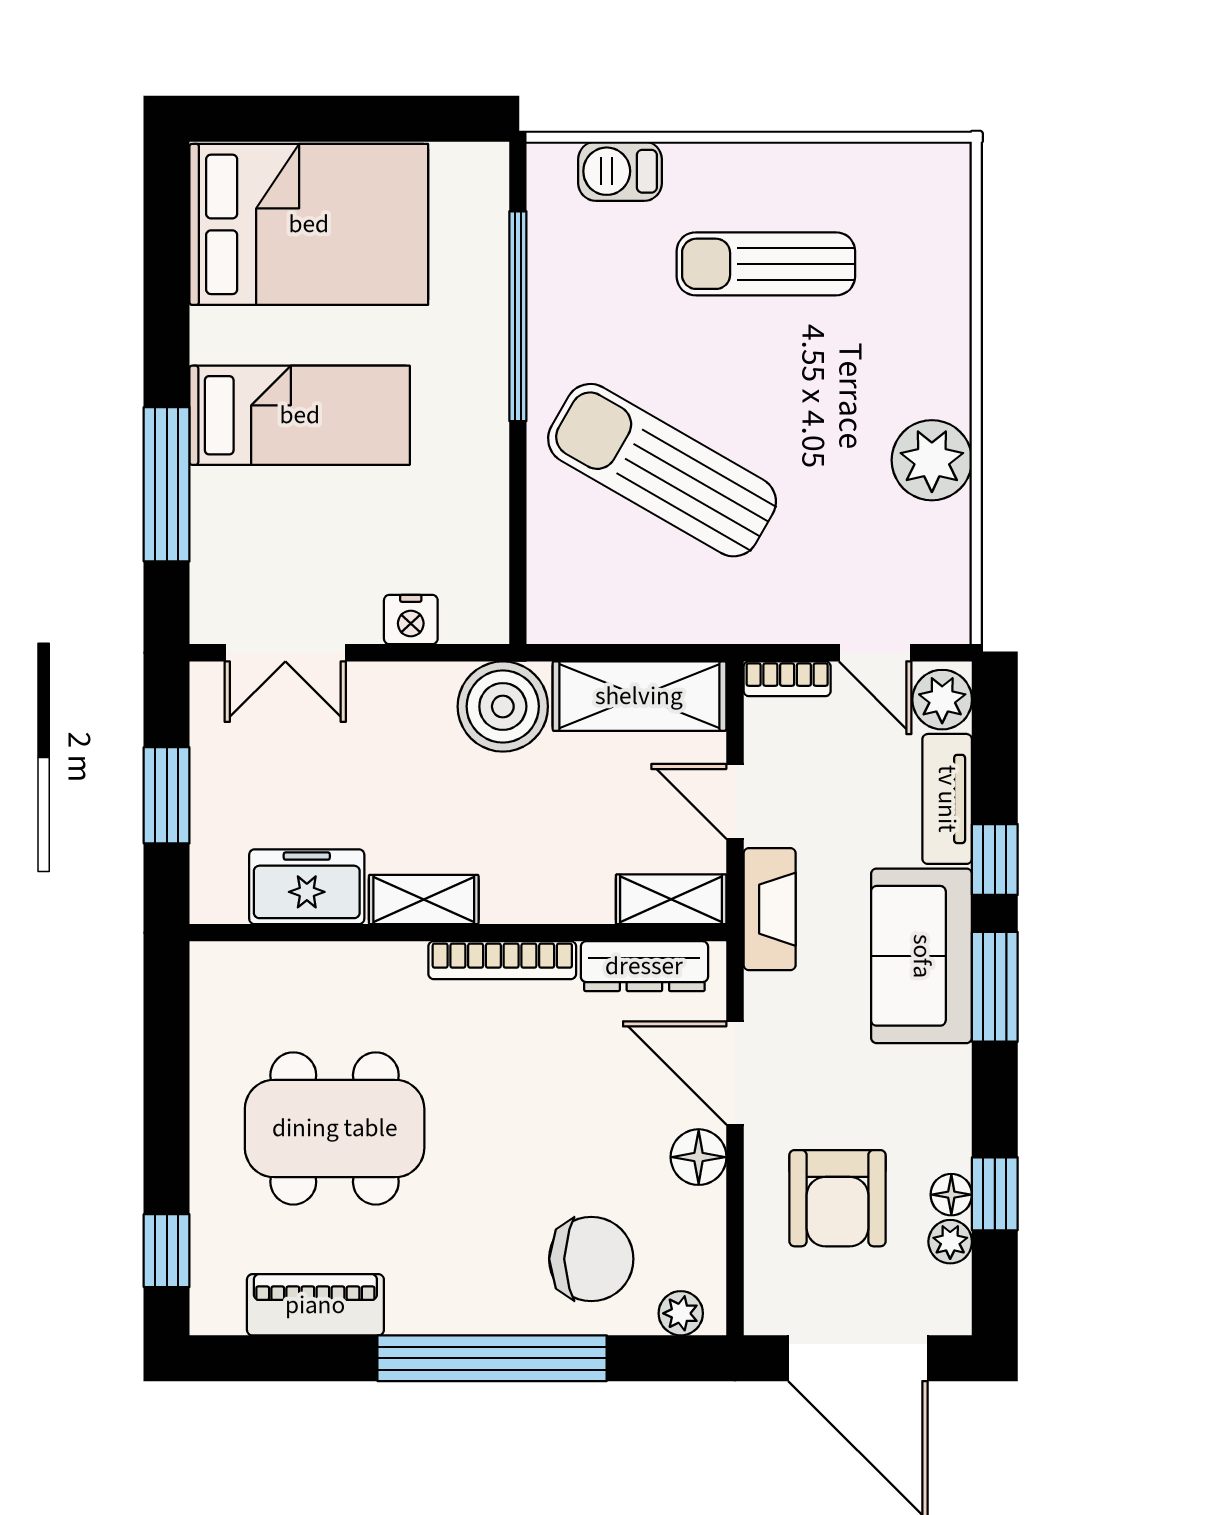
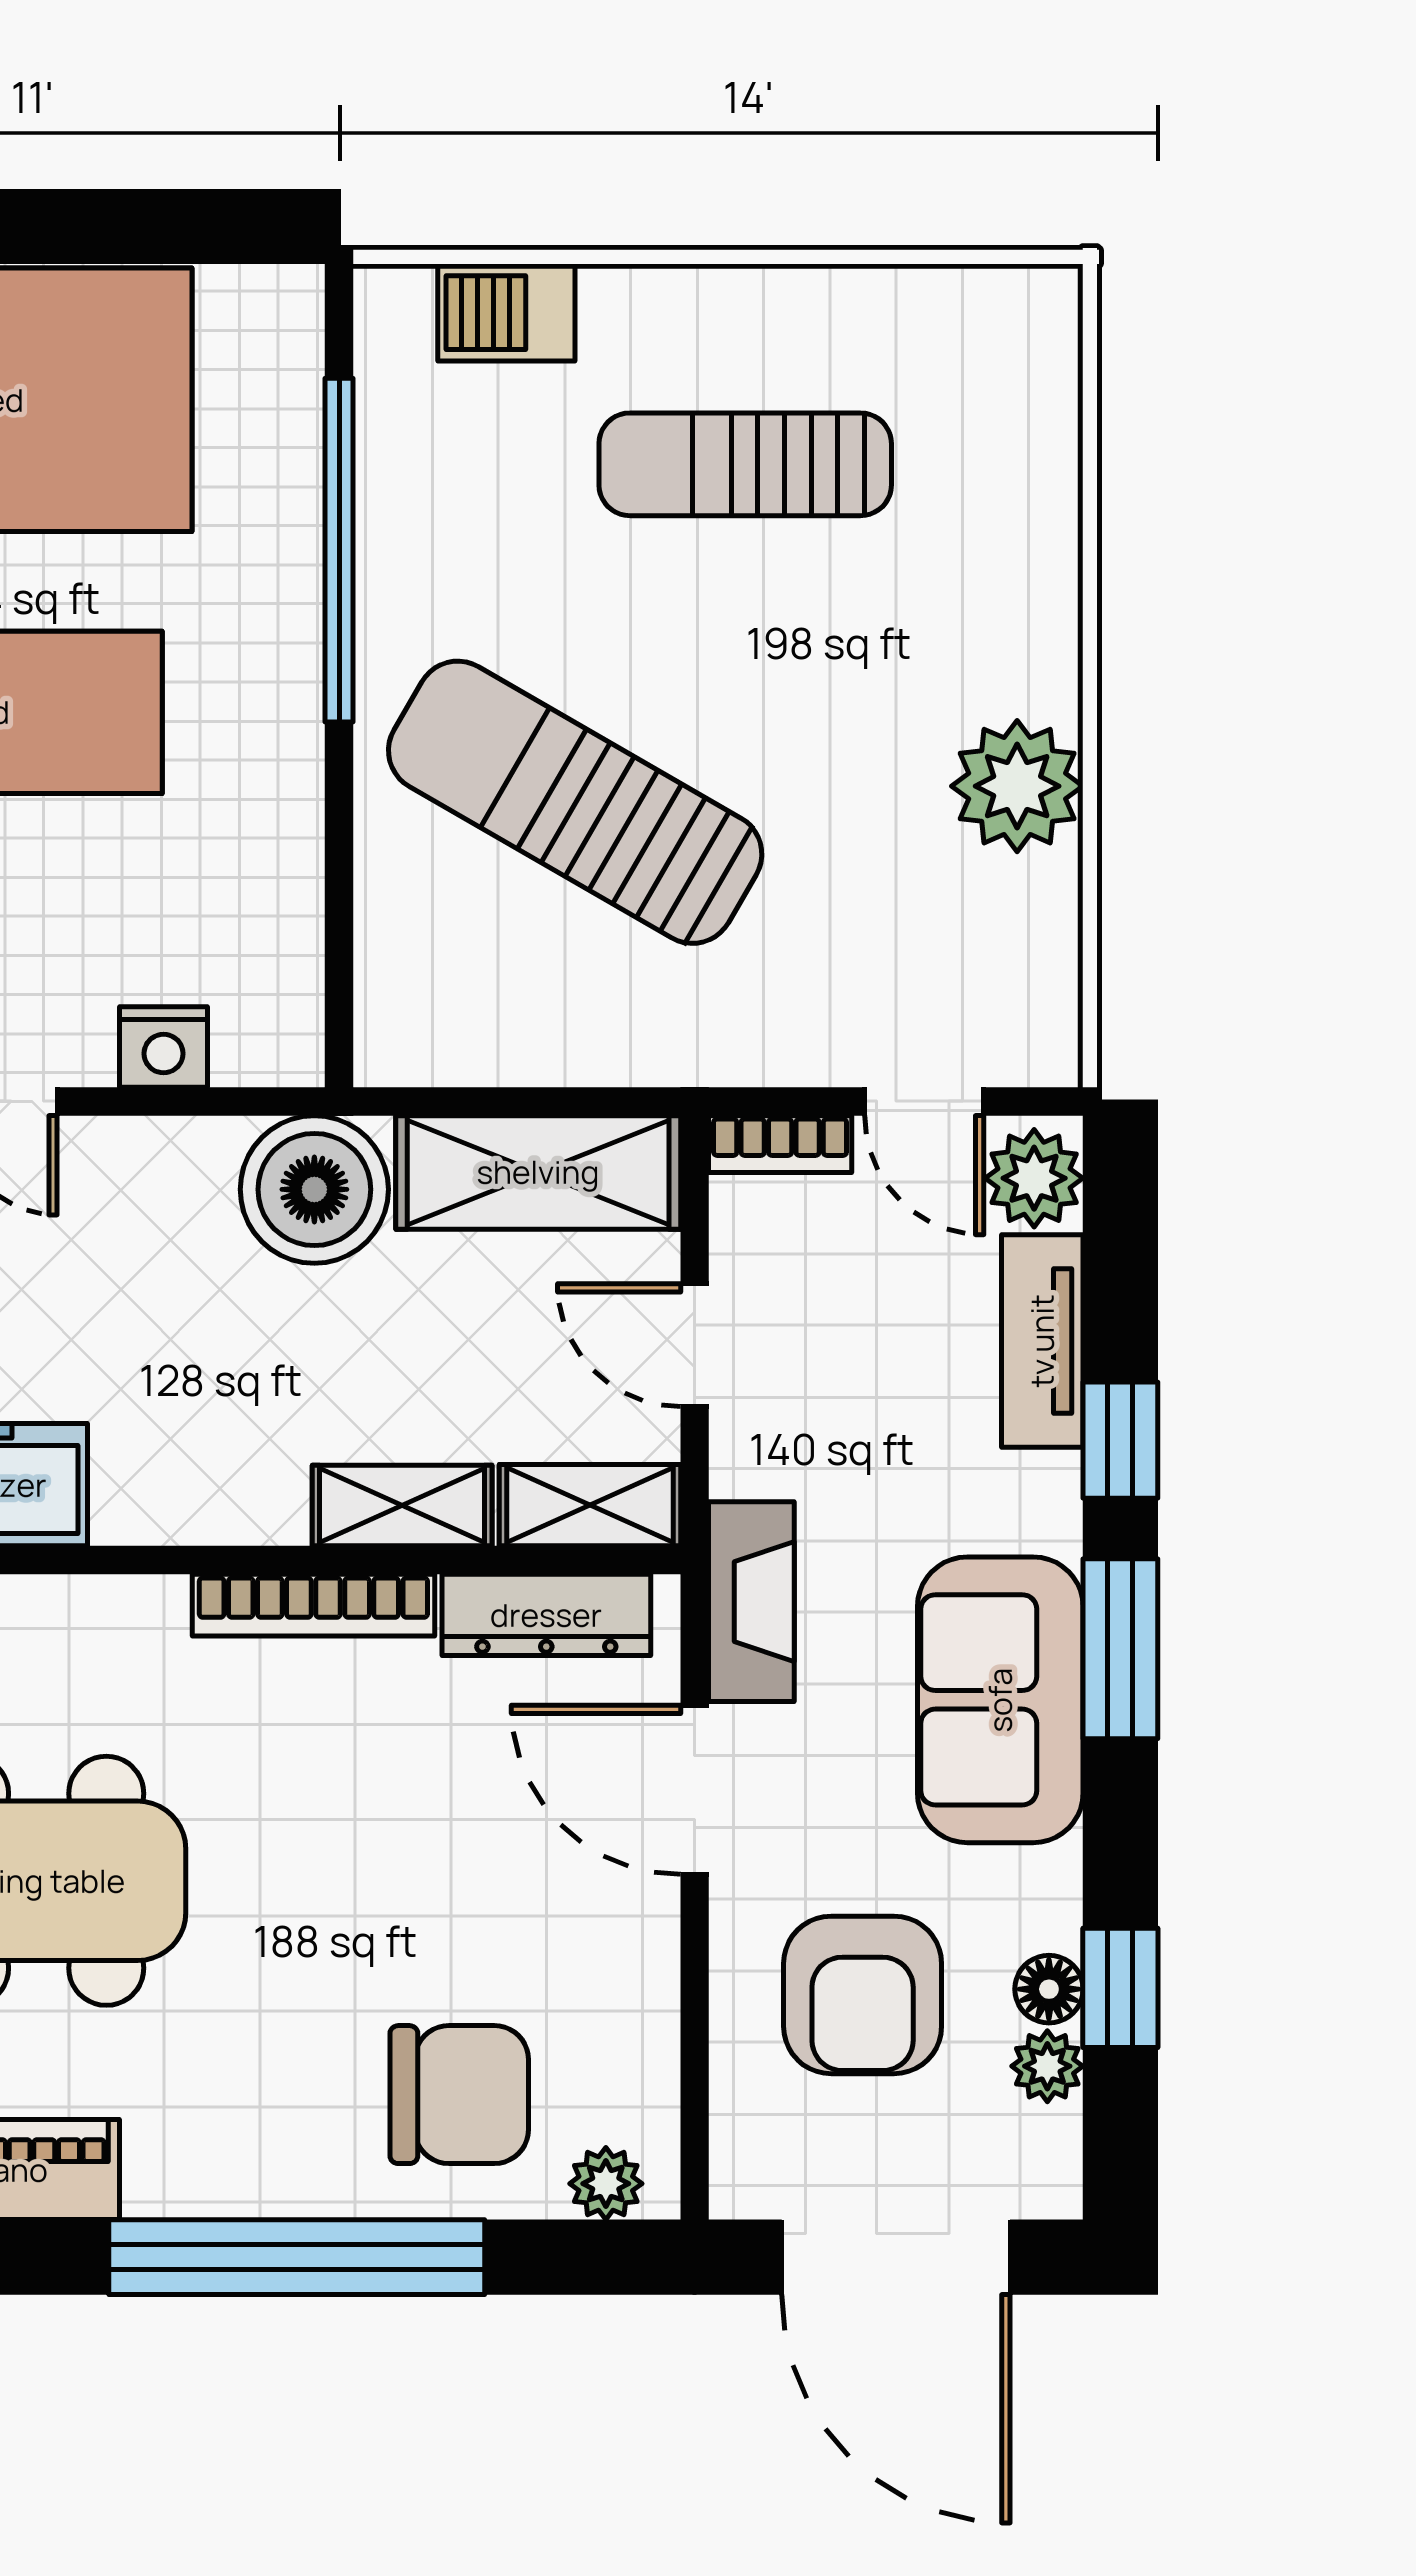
shelving: (424, 899) -> (402, 1506), moved
fireplace: (770, 909) -> (751, 1602), moved
sofa: (922, 956) -> (1000, 1700), moved
floor lamp: (699, 1157) -> (635, 1928), removed

